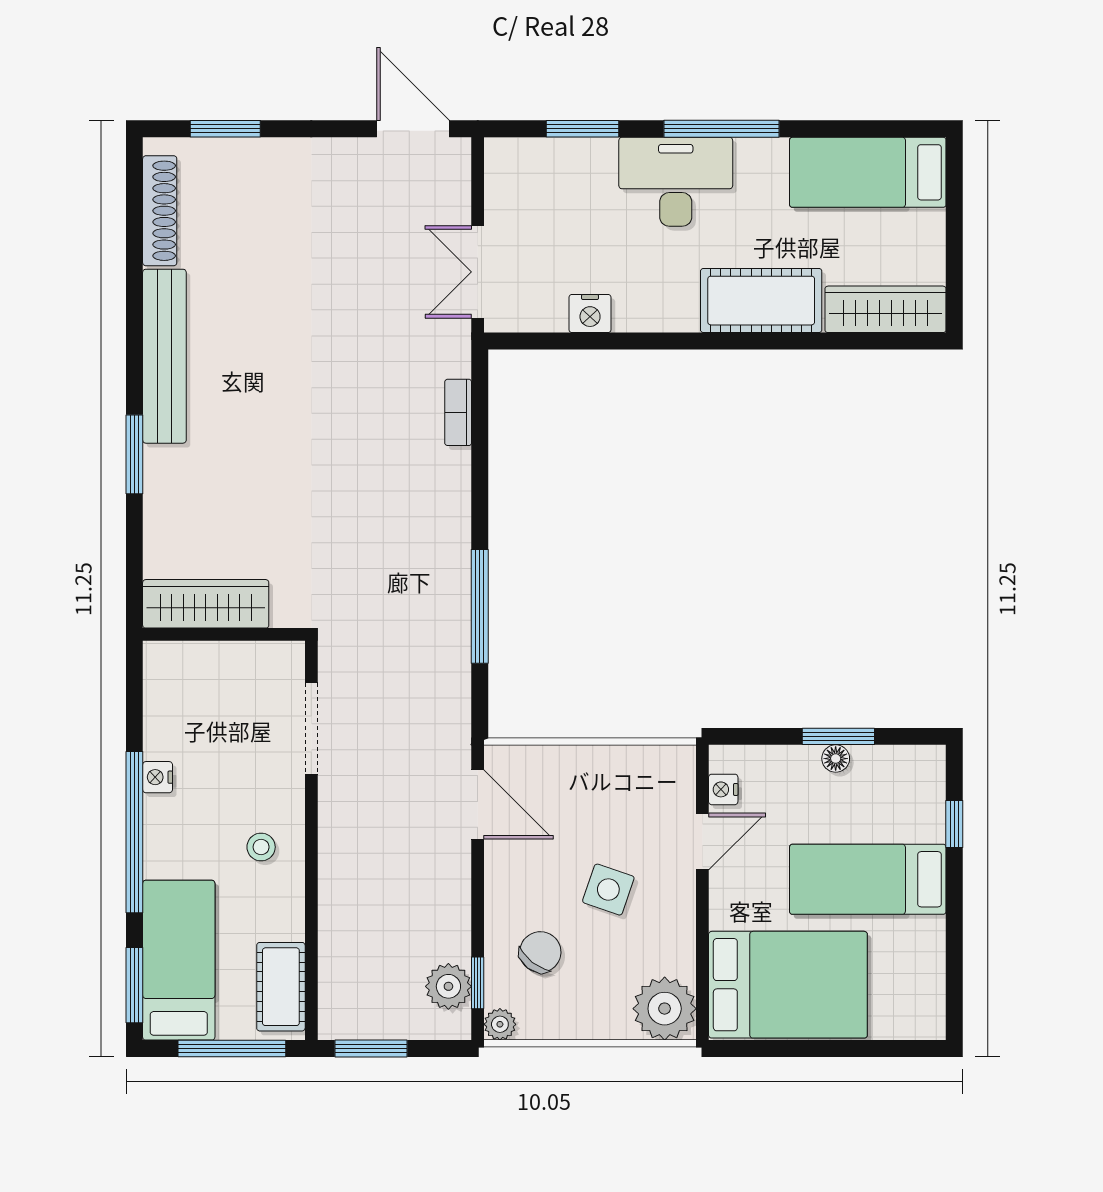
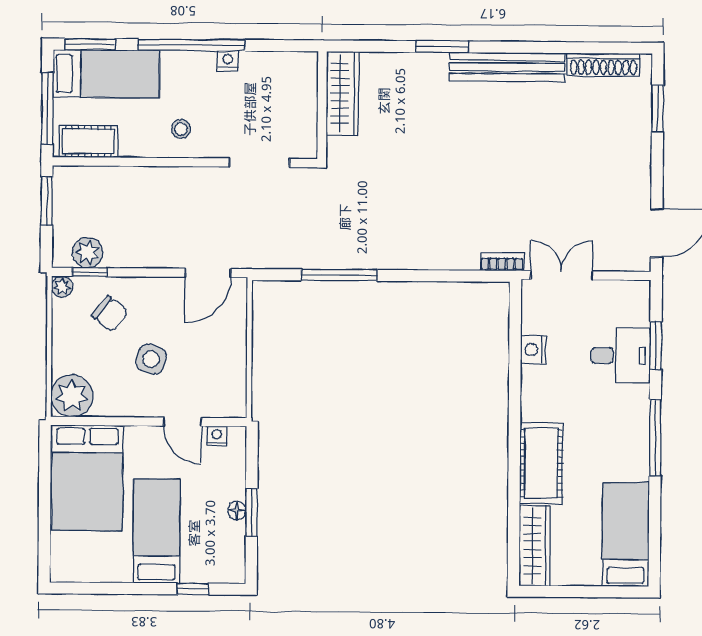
desk: (676, 182) -> (621, 356), moved, width x0.73
bookcase: (458, 412) -> (502, 262), moved

